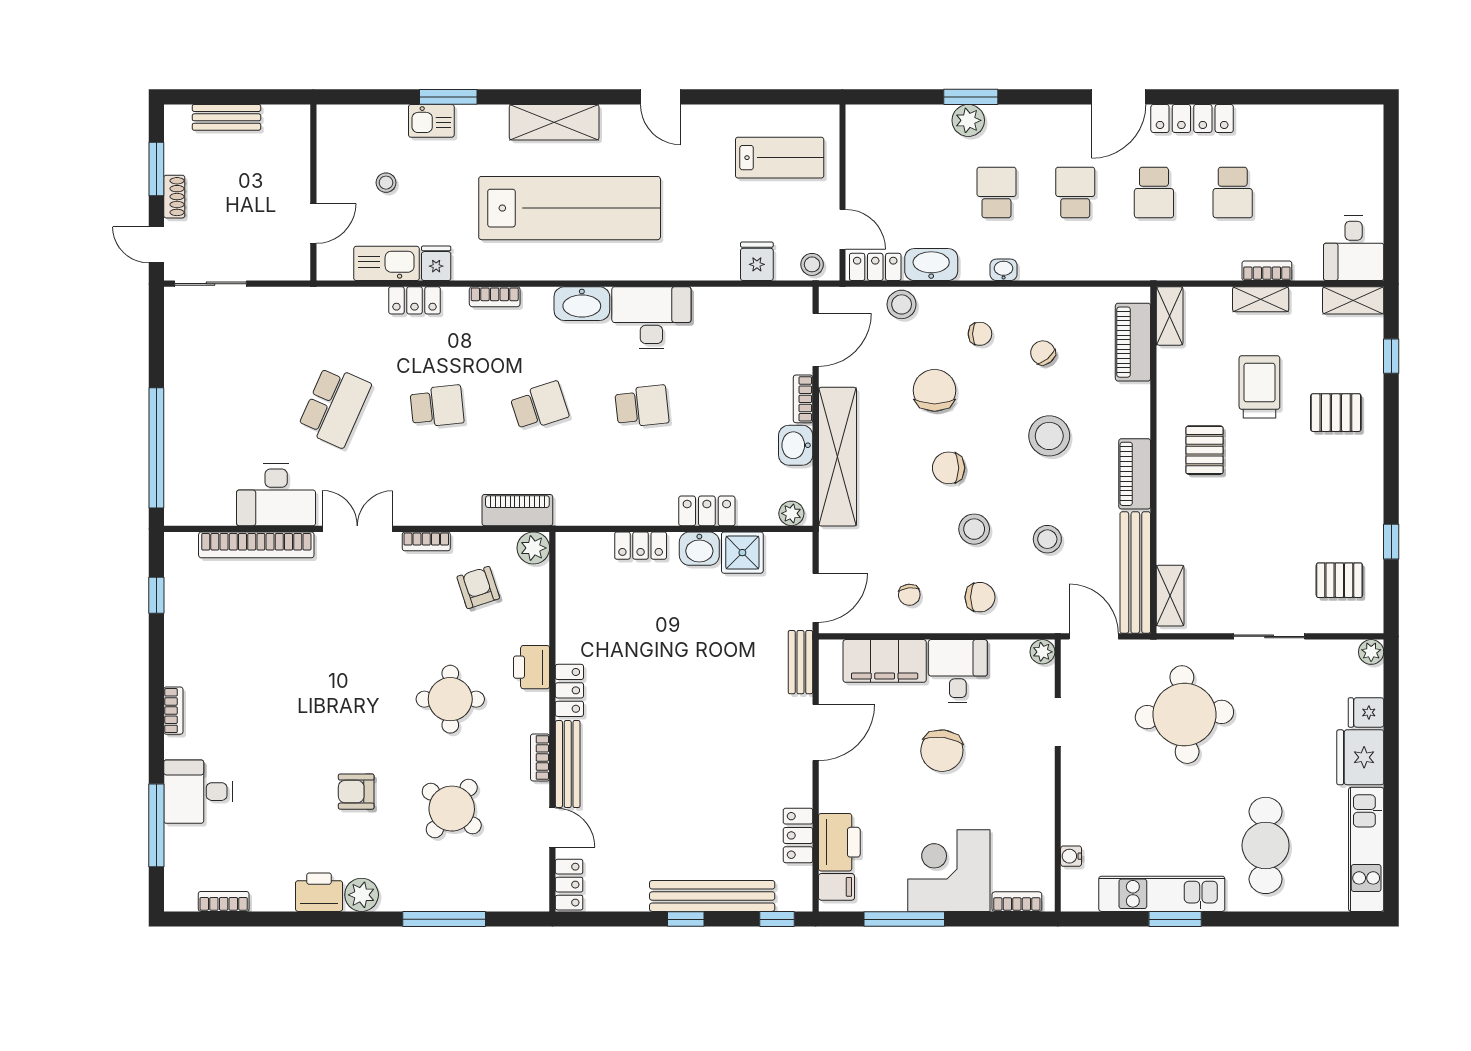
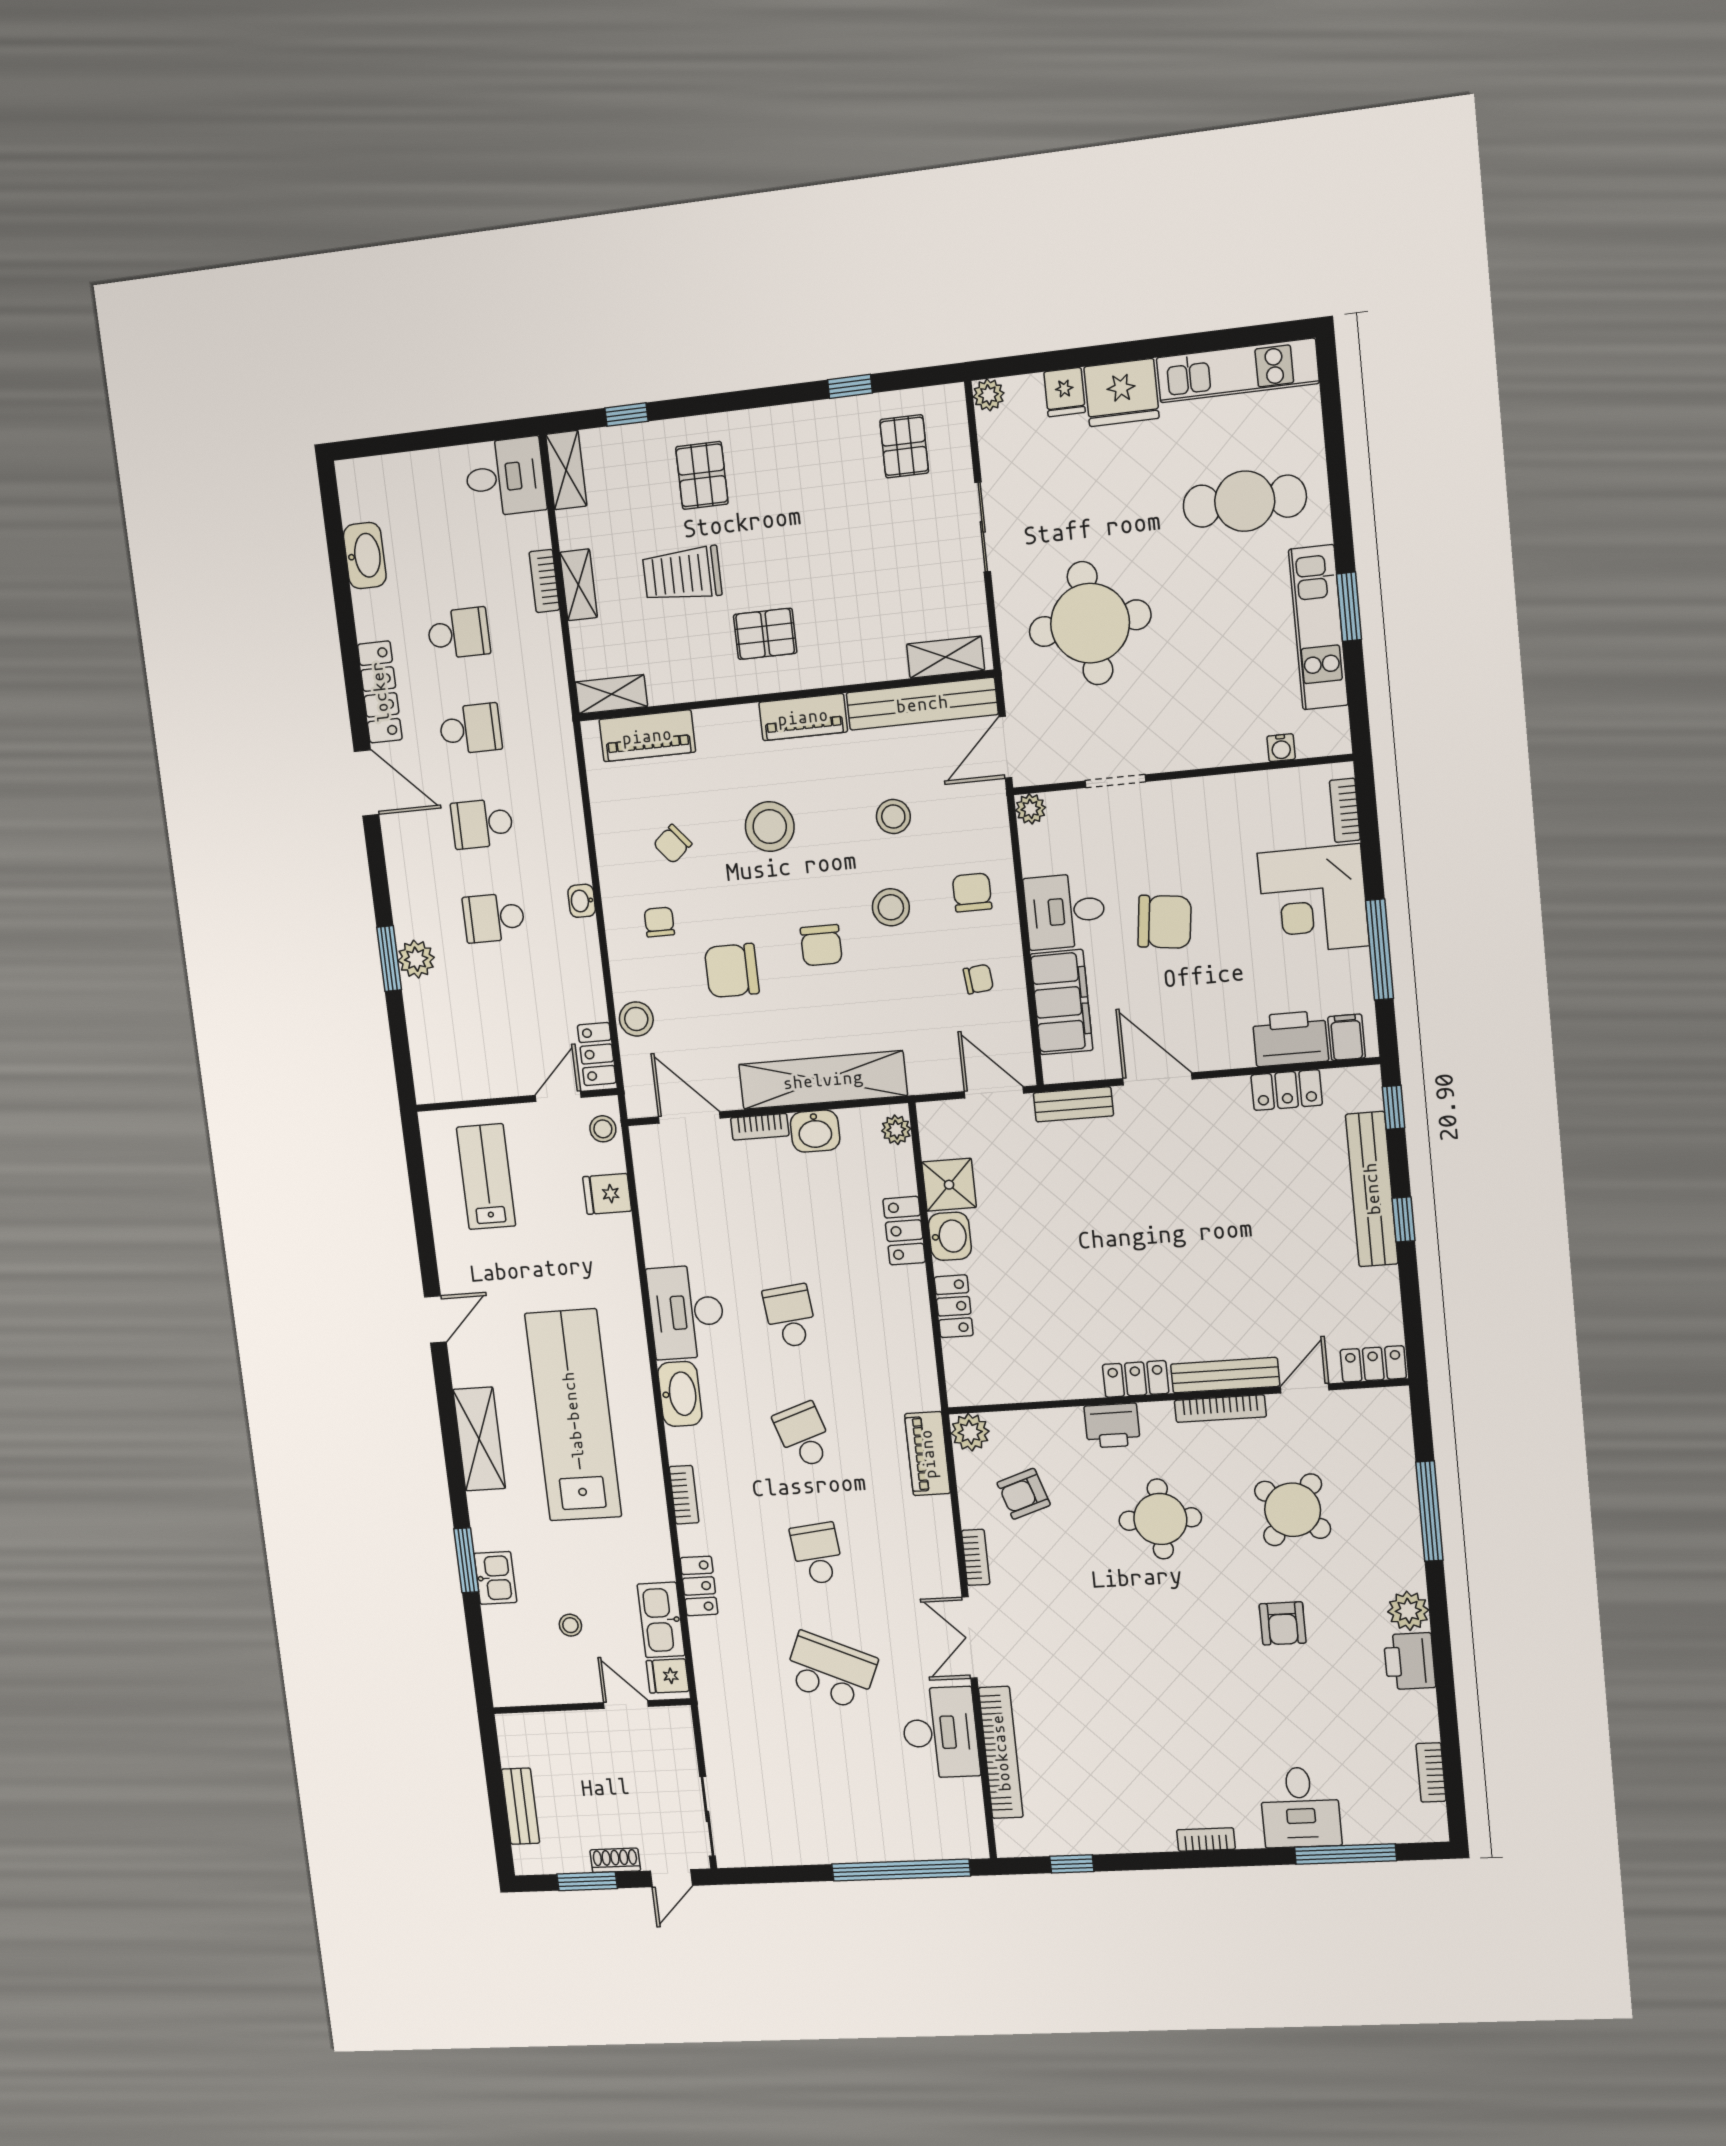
fridge: (436, 263) -> (668, 1676), moved
washbasin: (931, 265) -> (365, 556), moved, turned 180
bookcase: (540, 757) -> (1220, 1409), width x1.56

